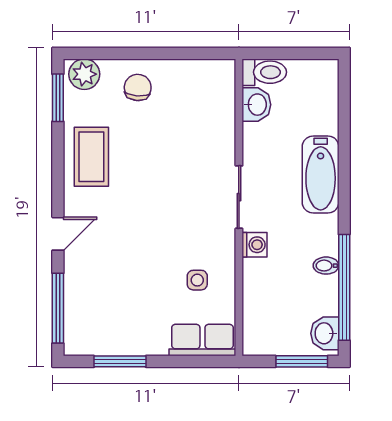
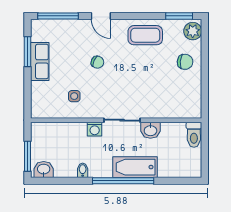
washbasin: (256, 105) -> (150, 130), moved
chair: (138, 240) -> (97, 62), added
window: (344, 287) -> (123, 181), moved
row of seats: (202, 340) -> (40, 61), moved

